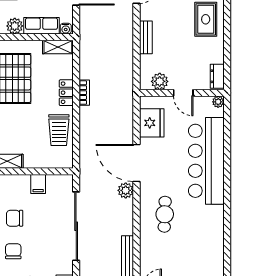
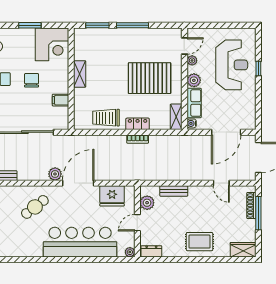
bench: (146, 37) -> (174, 191), moved
cafe table: (165, 214) -> (35, 207), turned -40

